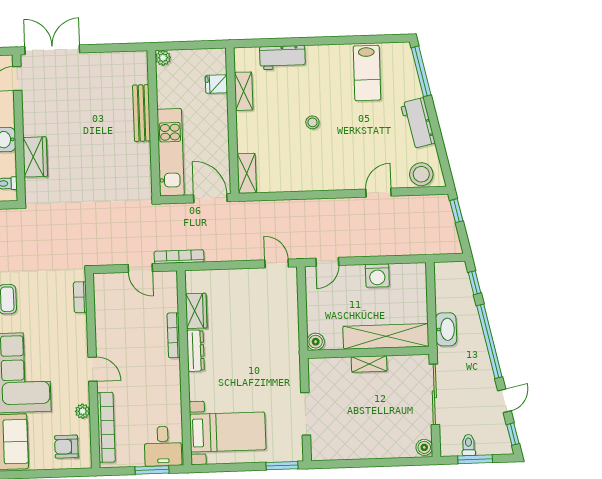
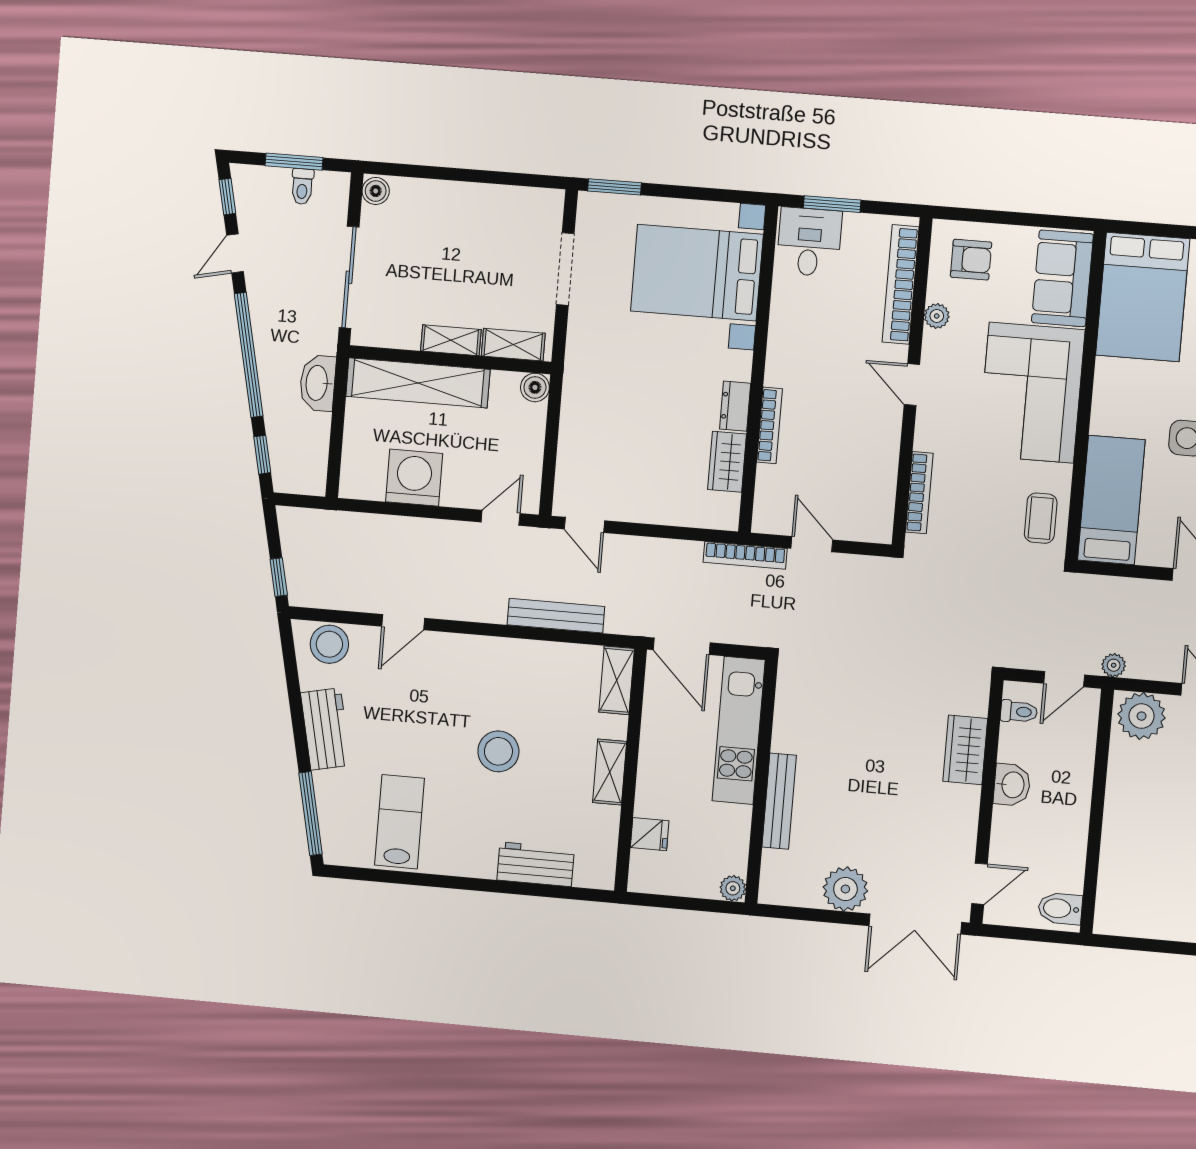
plant: (96, 66) -> (845, 889), added
shelving: (244, 91) -> (610, 772), moved
stool: (312, 122) -> (498, 751), width x1.89, depth x1.89
bench: (287, 207) -> (556, 616), added
washing machine: (377, 276) -> (414, 478), width x1.37, depth x1.37
bookcase: (80, 297) -> (919, 493), width x1.56
dresser: (195, 351) -> (735, 406), width x0.70
shelving: (332, 366) -> (513, 345), added
bed with nightstands: (228, 432) -> (697, 273), width x1.36

